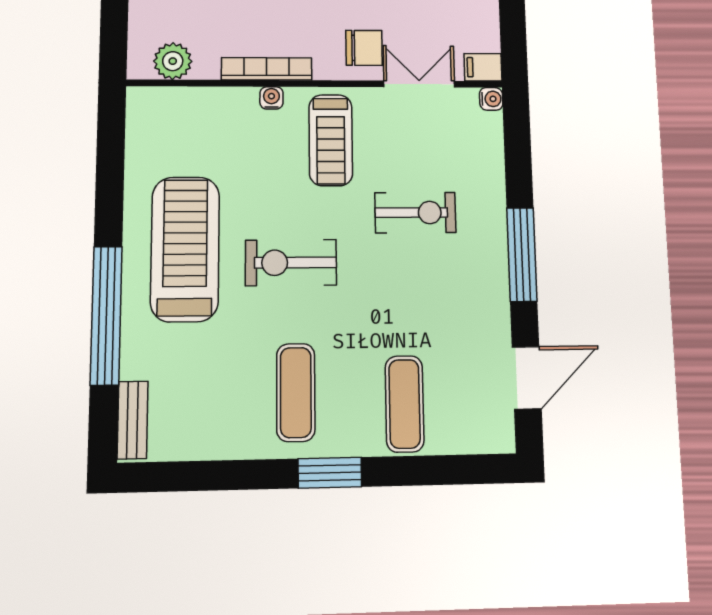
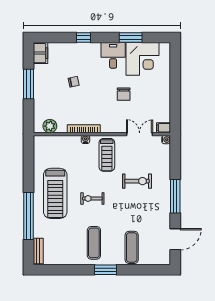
chair: (364, 48) -> (119, 121), removed
treadmill: (185, 249) -> (55, 193), turned 180
exercise bike: (291, 263) -> (92, 198), width x0.73, depth x0.72

